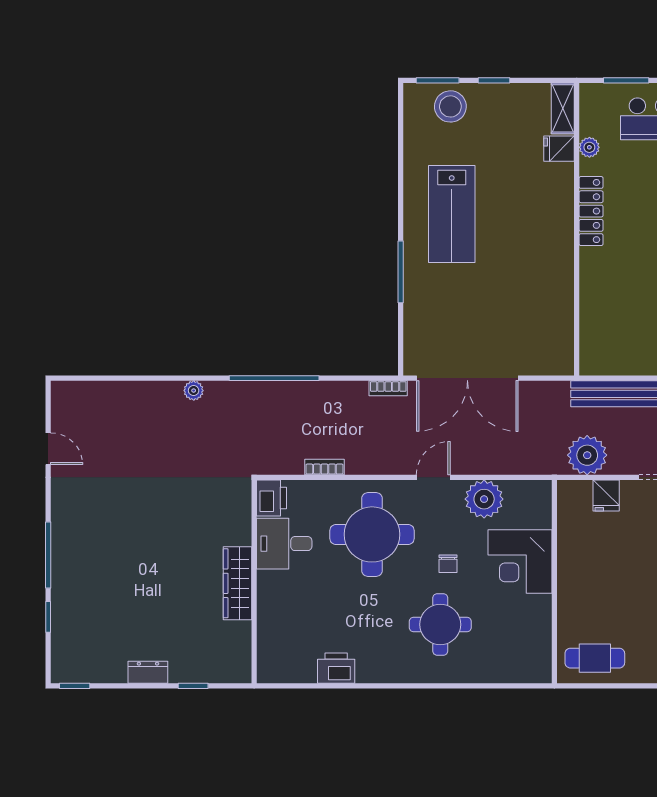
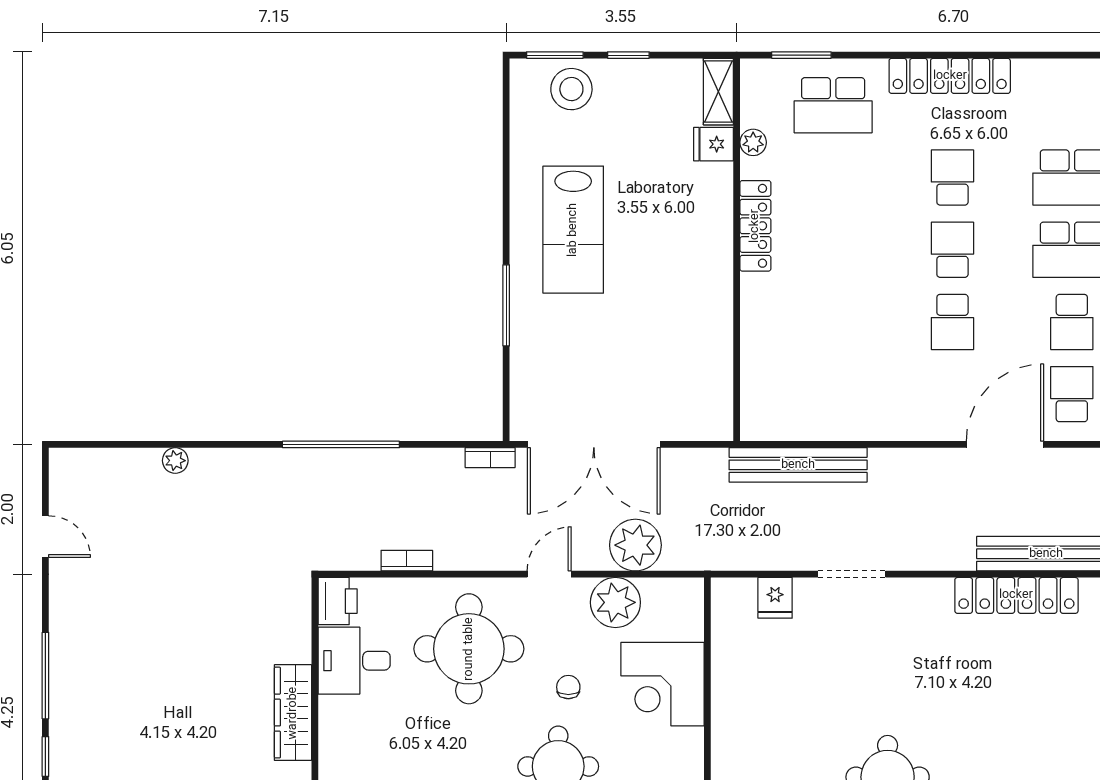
plant: (194, 391) -> (175, 461), moved
plant: (587, 455) -> (635, 545), moved
chair: (448, 564) -> (568, 687), turned 180

